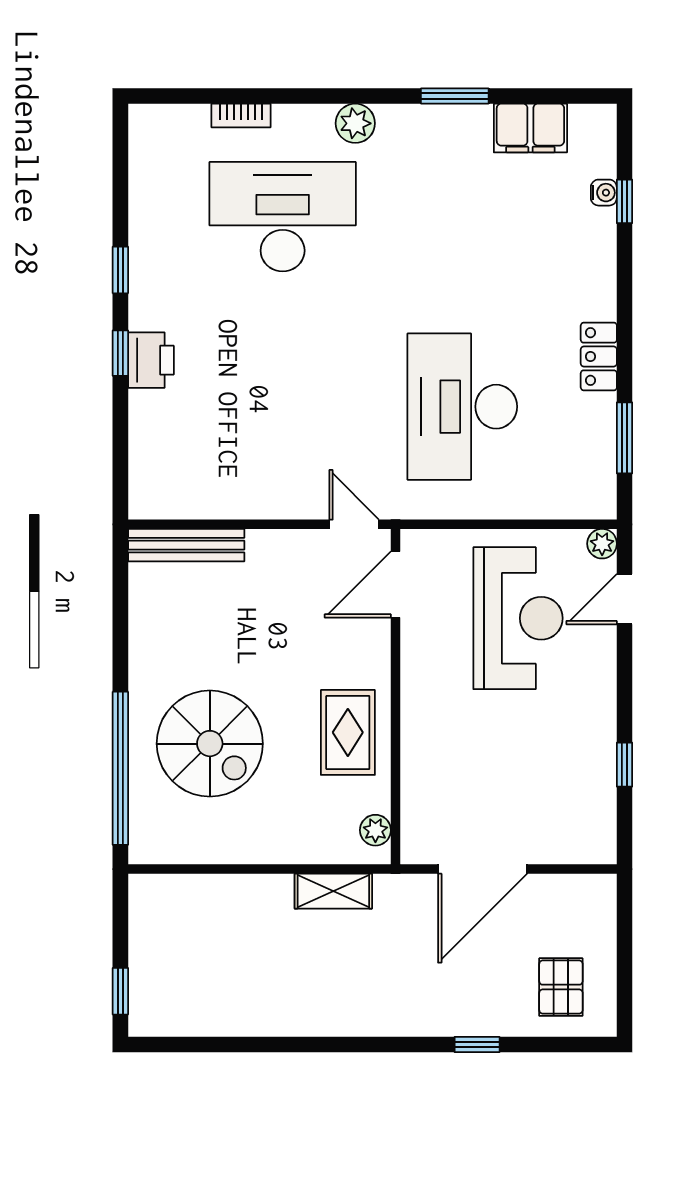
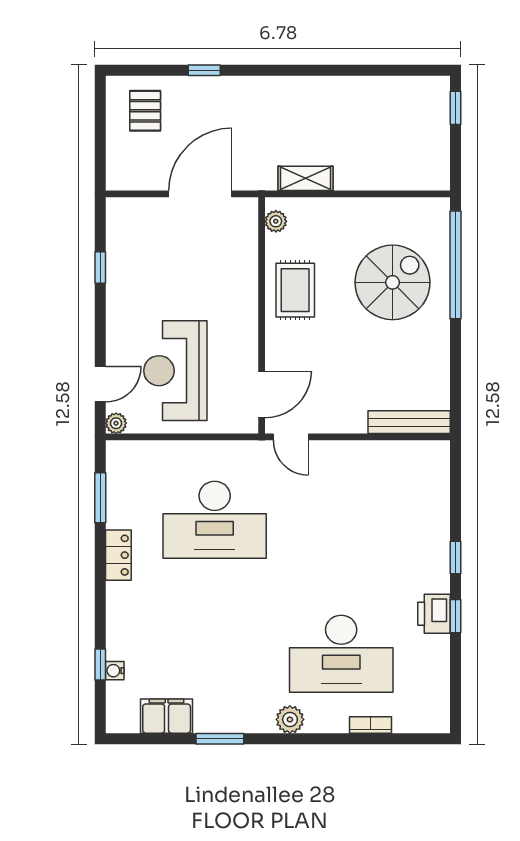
printer: (151, 360) -> (434, 614), moved
desk: (462, 407) -> (215, 520), turned 90
spiral stairs: (210, 744) -> (393, 282), turned 90

